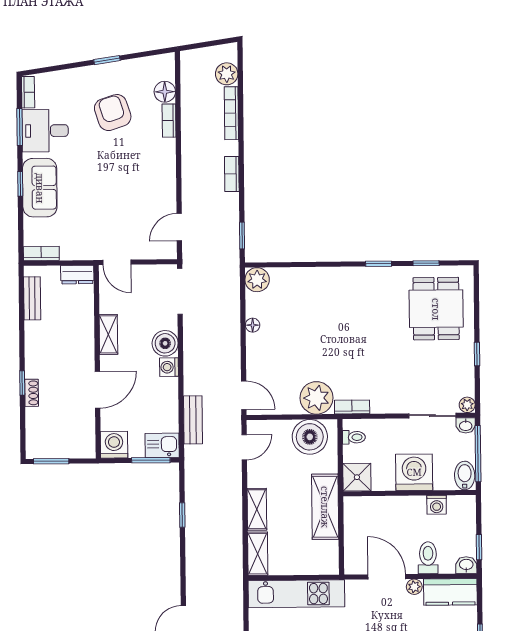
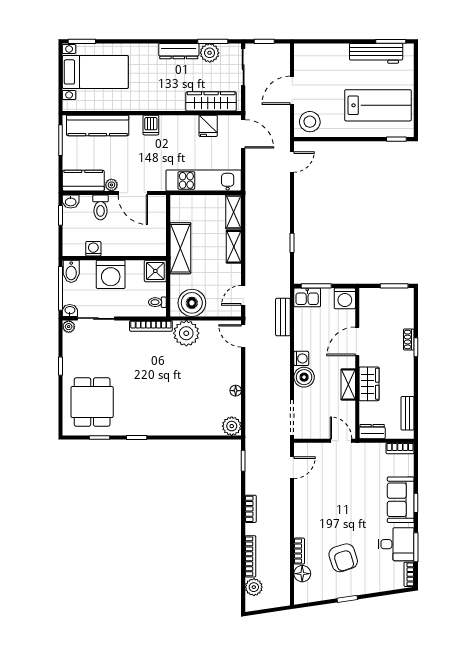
wardrobe: (82, 336) -> (369, 384), added
bookcase: (352, 407) -> (151, 326), width x1.56

